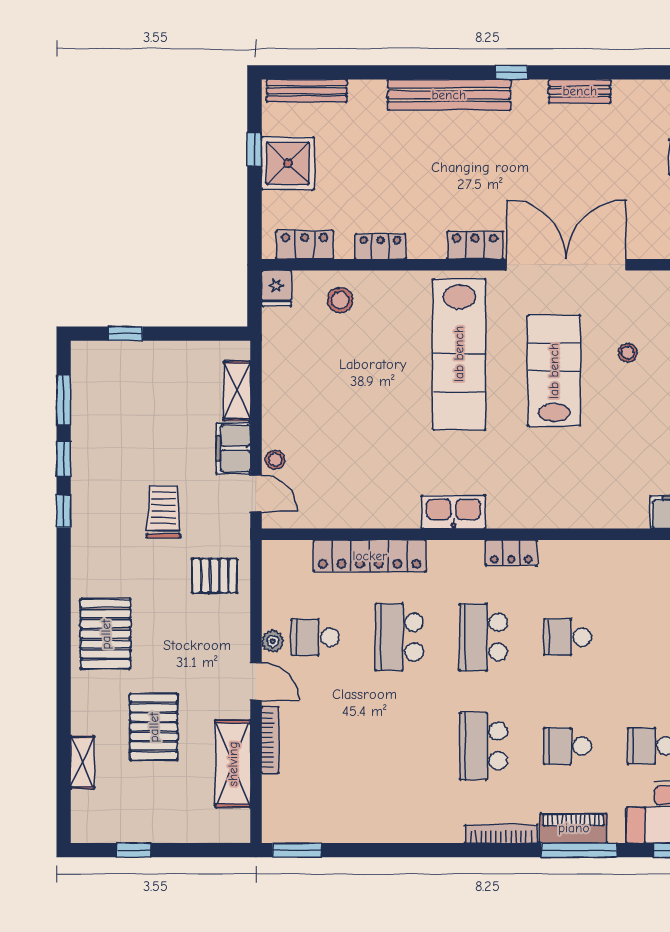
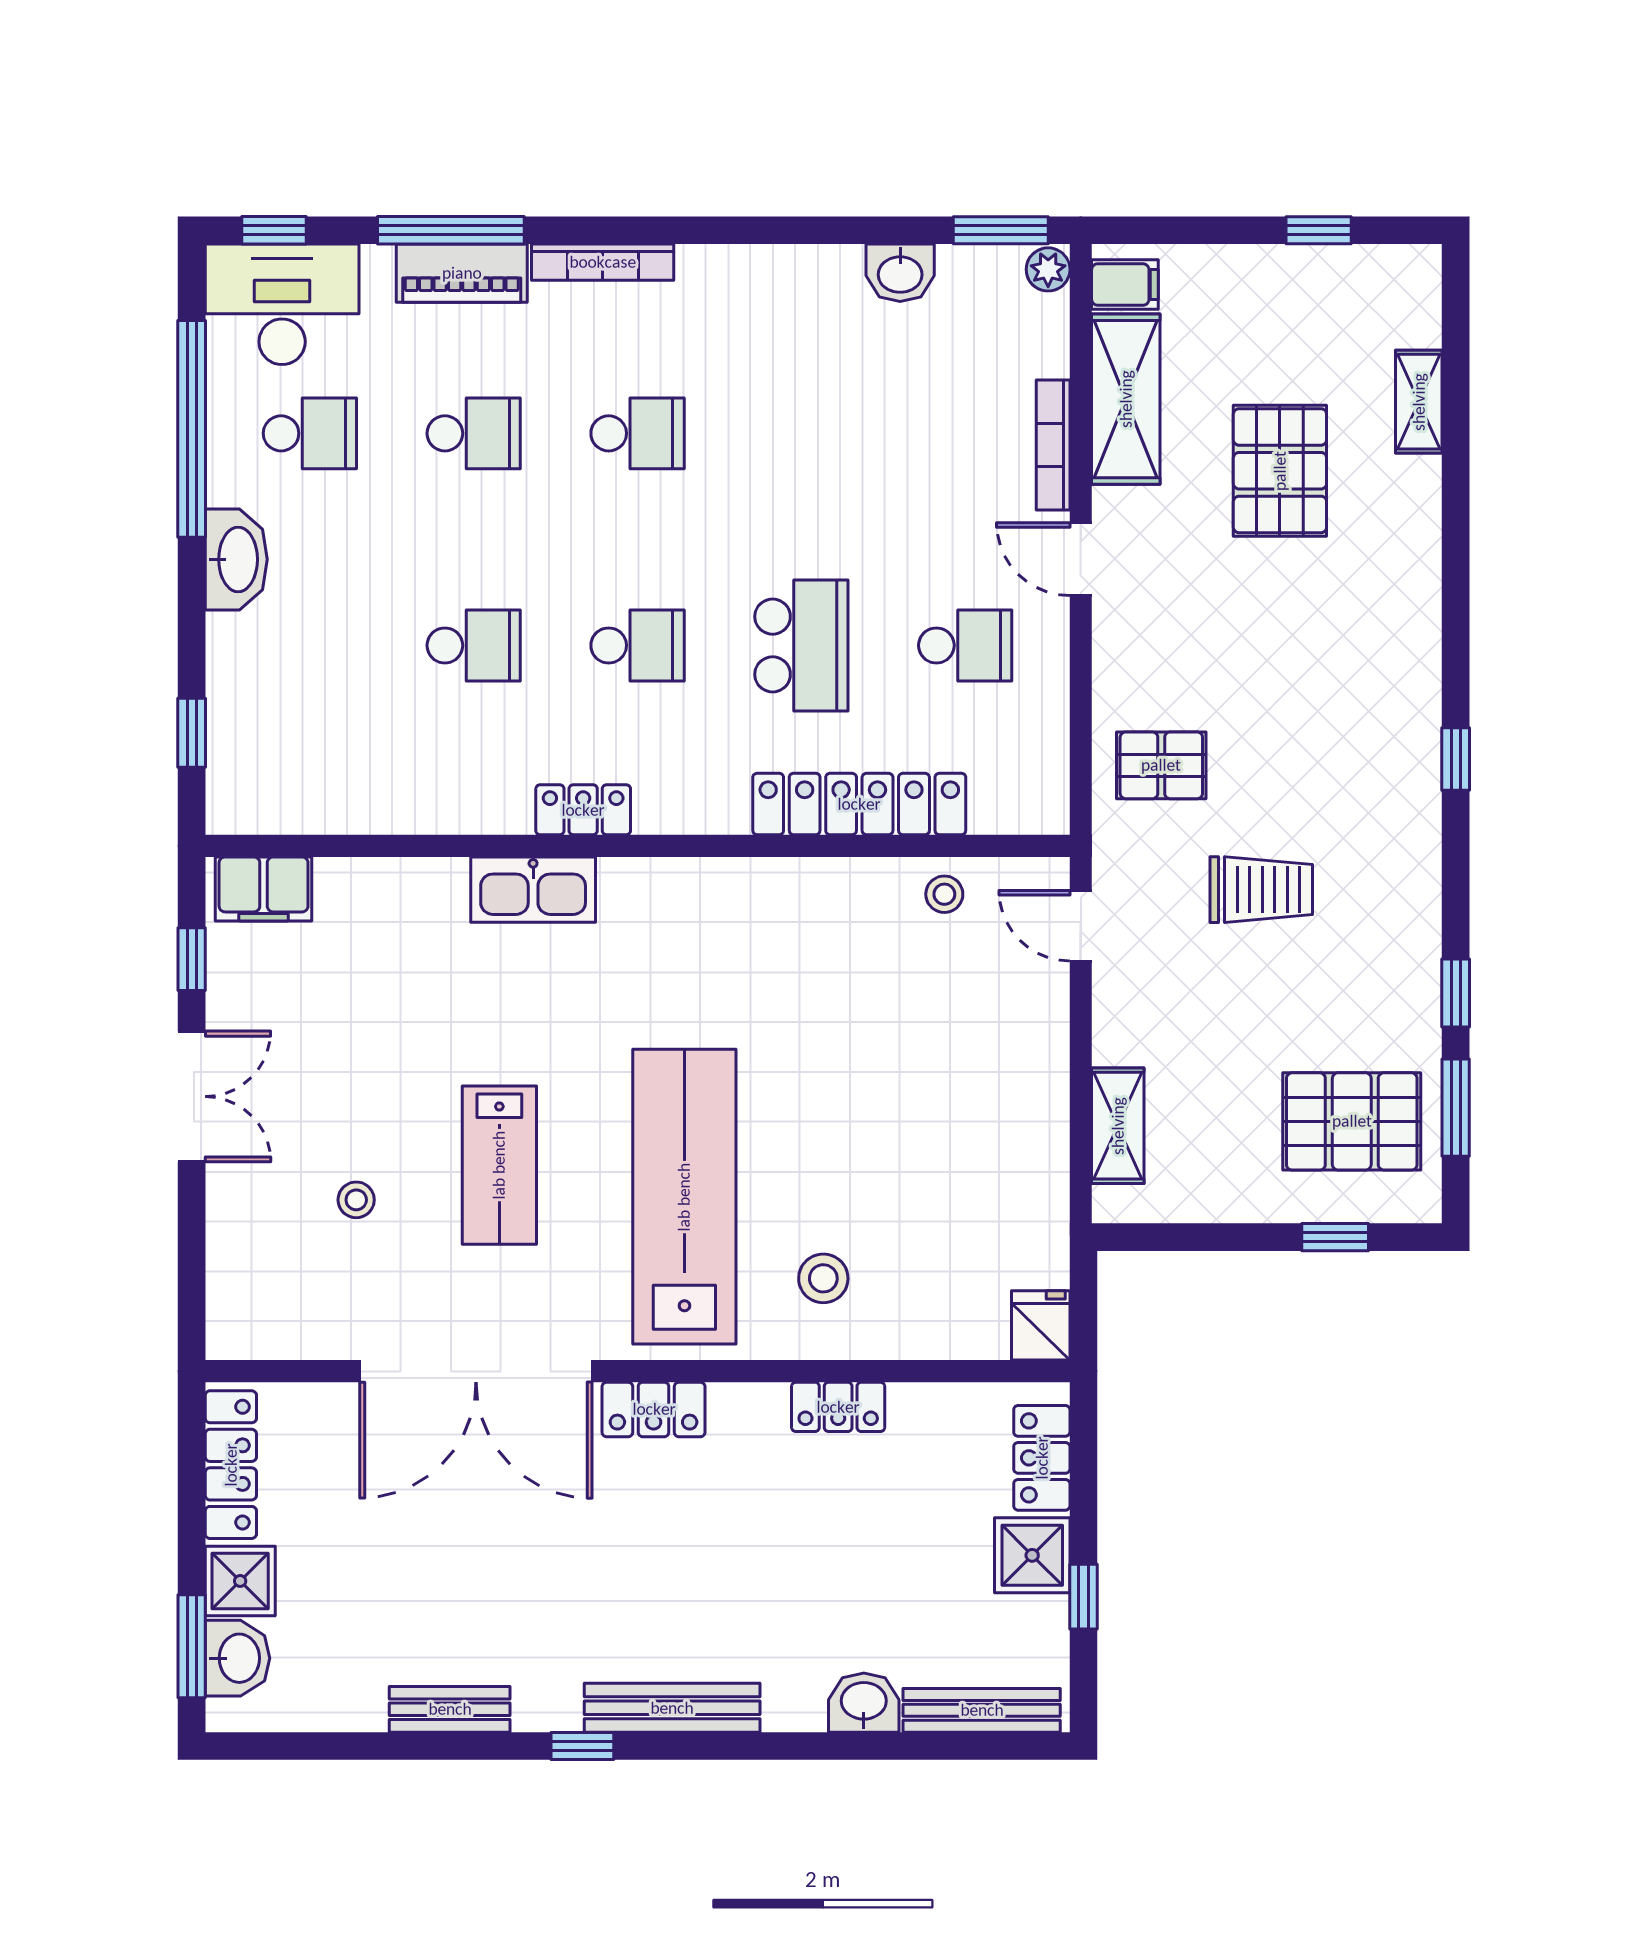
washbasin: (367, 95) -> (864, 1703), added
bench: (449, 95) -> (672, 1708), width x0.73, depth x0.82
shower: (288, 163) -> (1032, 1555), width x0.73, depth x0.73
locker: (305, 245) -> (1042, 1458), moved, turned 90
stool: (340, 300) -> (823, 1278), moved
lab bench: (554, 371) -> (499, 1165), width x0.73, depth x0.72
filing cabinet: (233, 448) -> (1125, 285), moved, width x0.50
stool: (275, 460) -> (944, 894), moved
window: (64, 511) -> (1456, 759), moved
trolley: (163, 512) -> (1261, 890), turned -90
kitchen sink: (453, 512) -> (533, 890), moved
pallet: (106, 634) -> (1352, 1121), moved, turned 90
school desk: (483, 637) -> (638, 645), width x0.54
plant: (273, 641) -> (1048, 269), moved
school desk: (483, 746) -> (638, 433), width x0.54
washbasin: (349, 828) -> (900, 273), added

